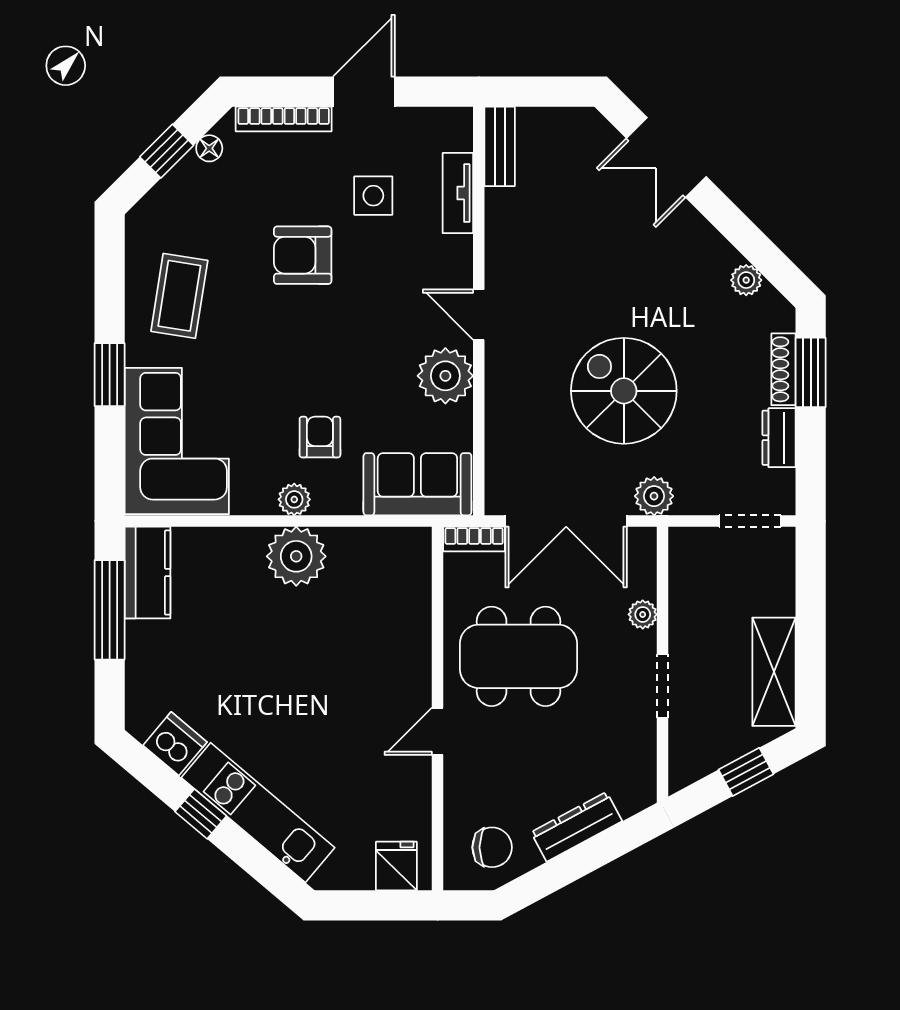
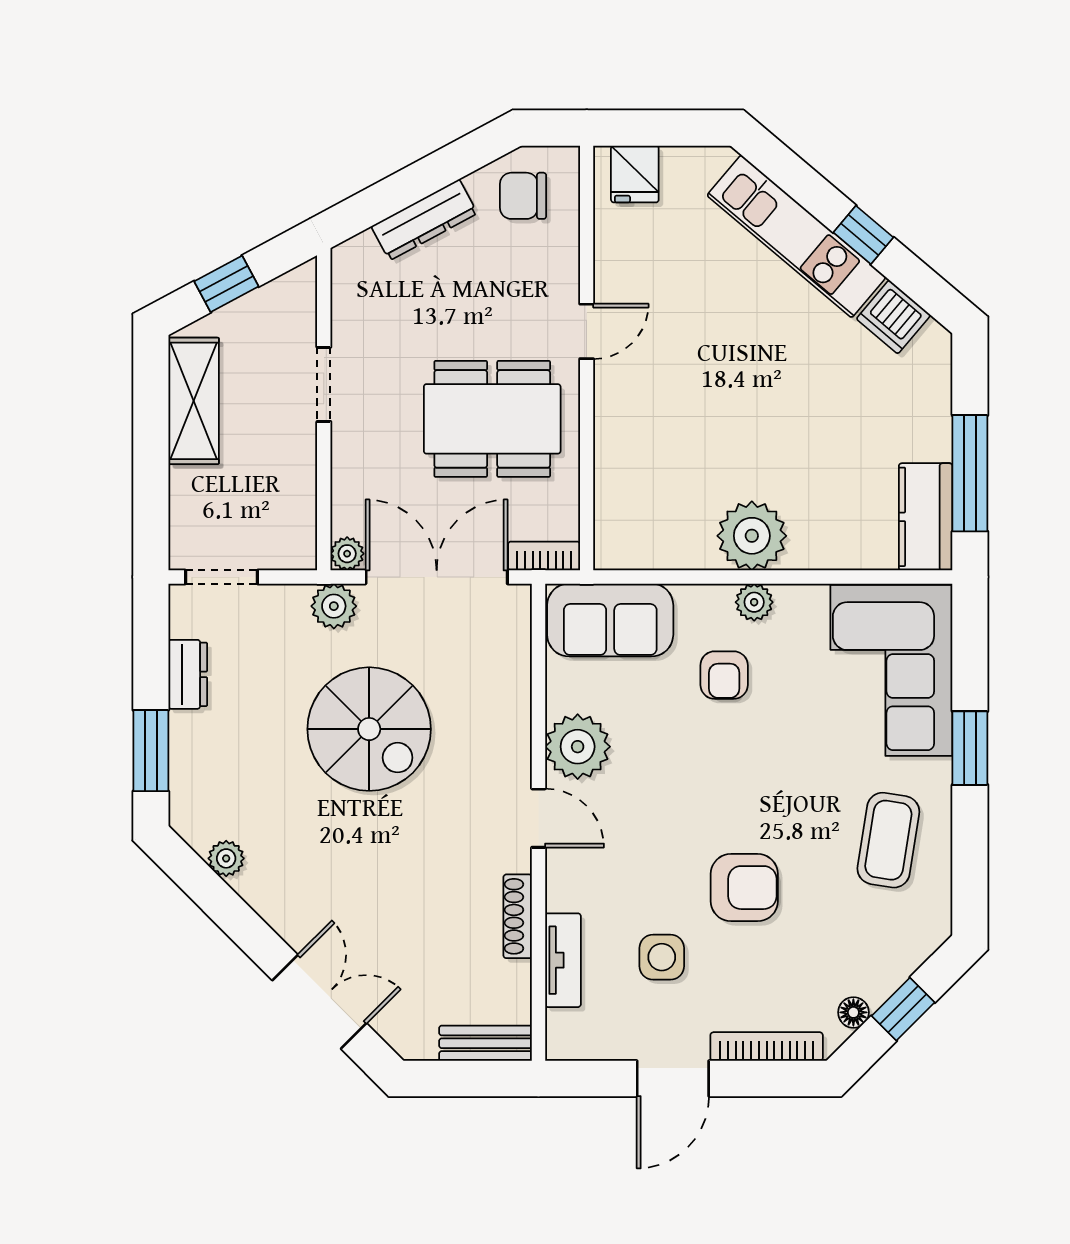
bench: (500, 146) -> (485, 1043), moved, turned 90
shoe rack: (784, 369) -> (518, 916), moved, turned 180
plant: (643, 614) -> (347, 554), moved

